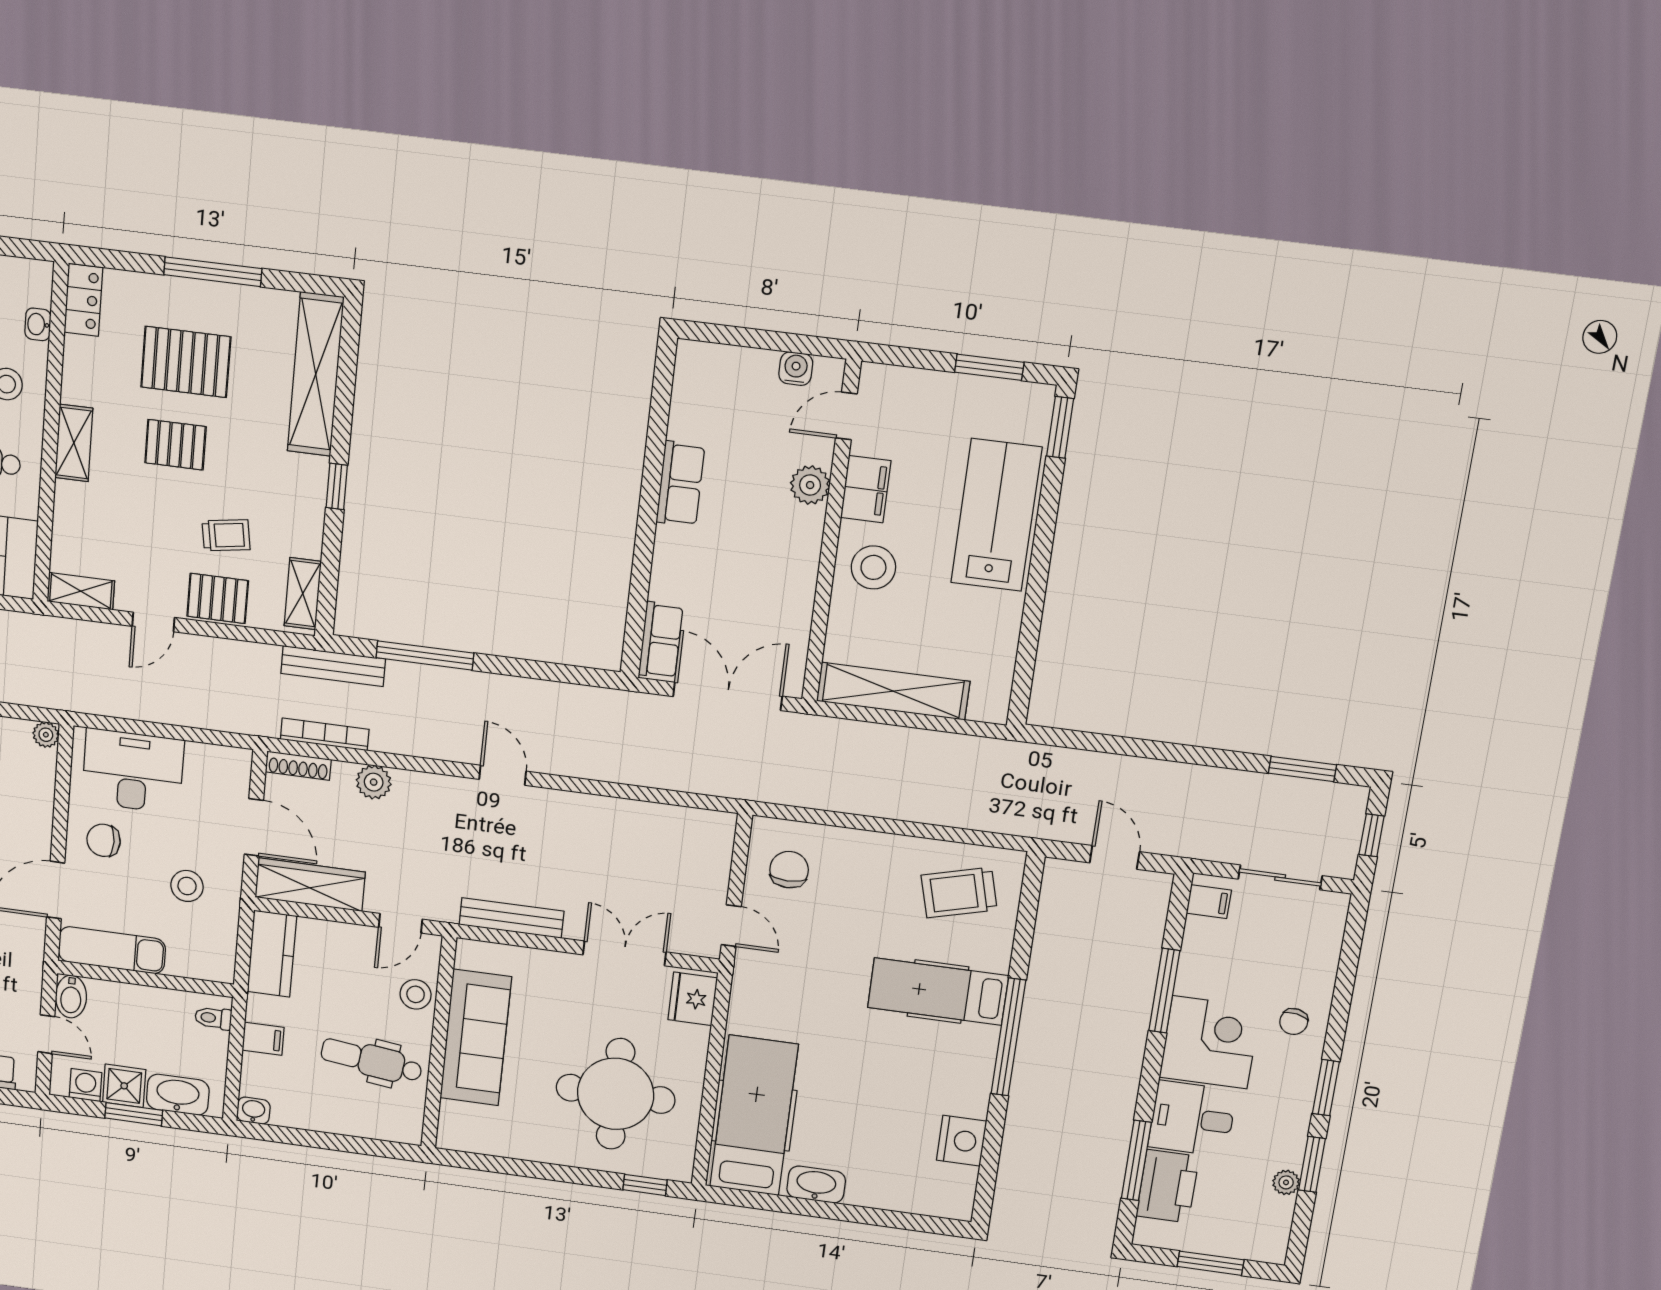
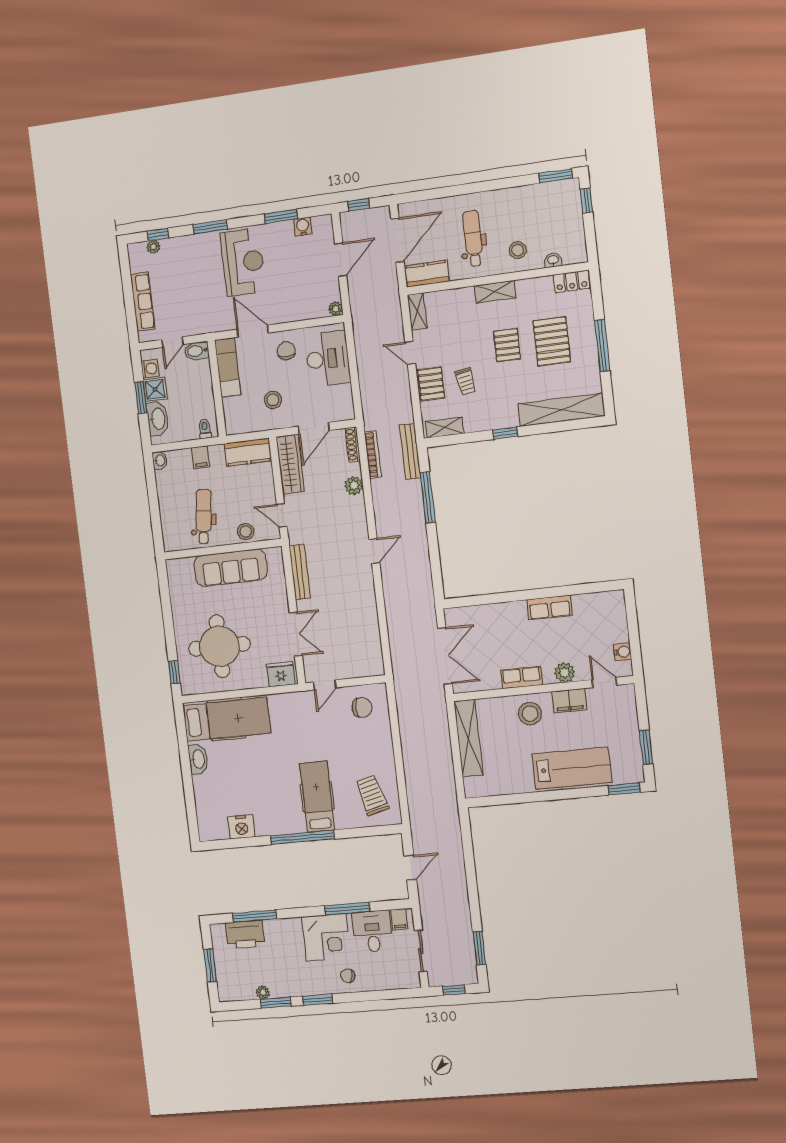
row of seats: (661, 640) -> (522, 677), moved, turned 180
desk: (1192, 1119) -> (373, 931), moved

